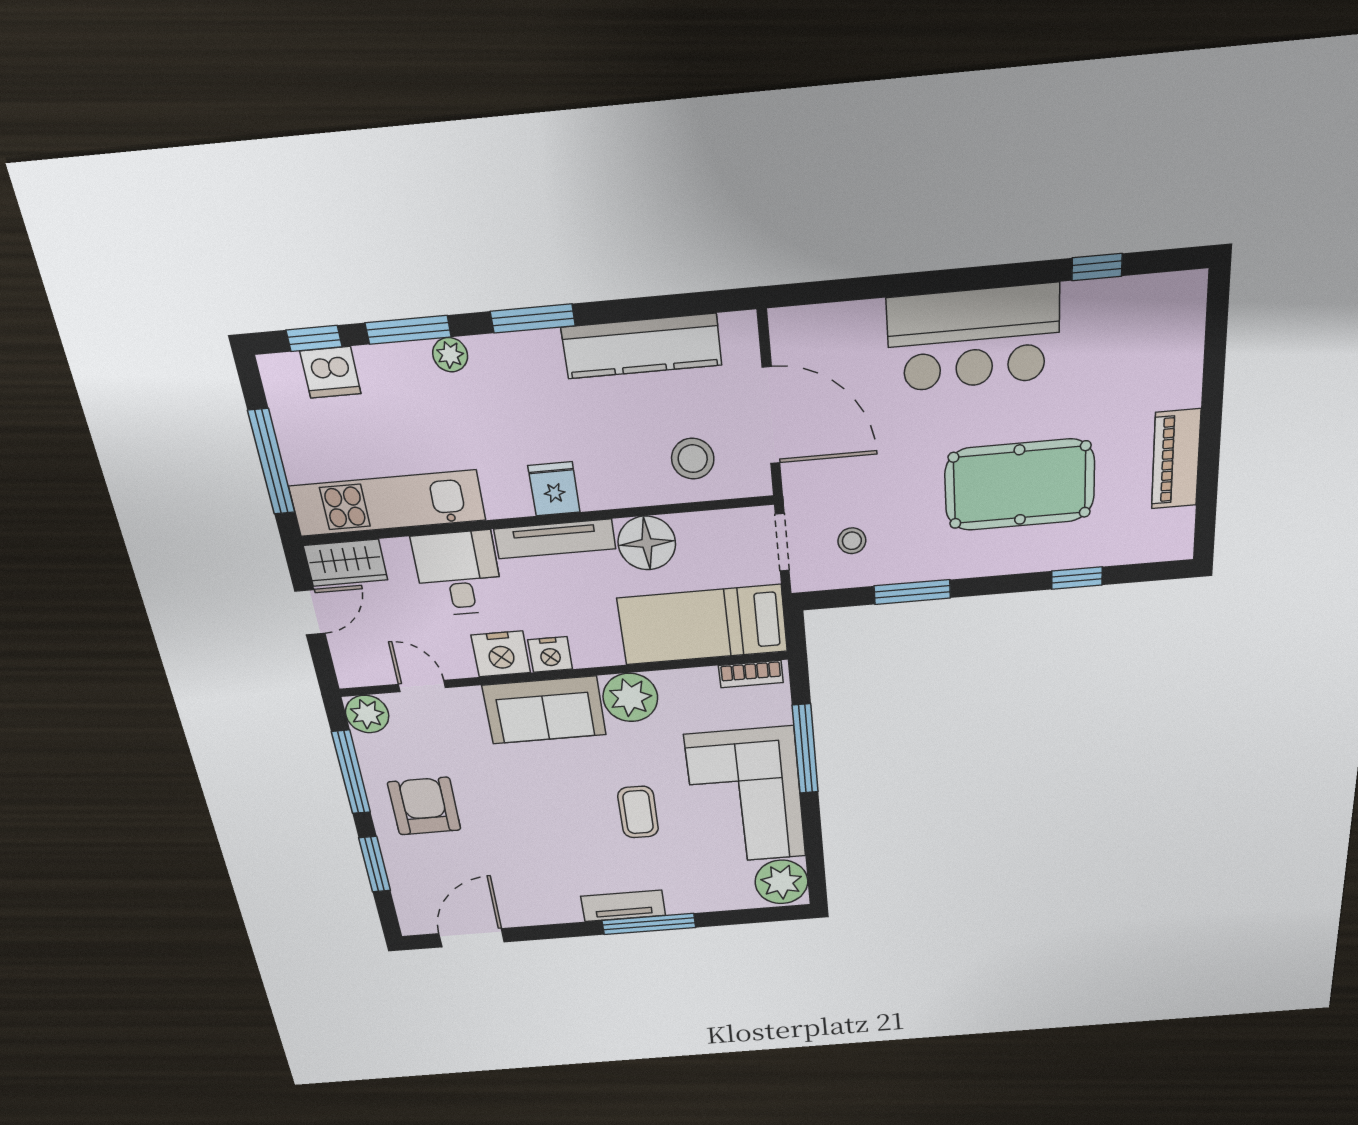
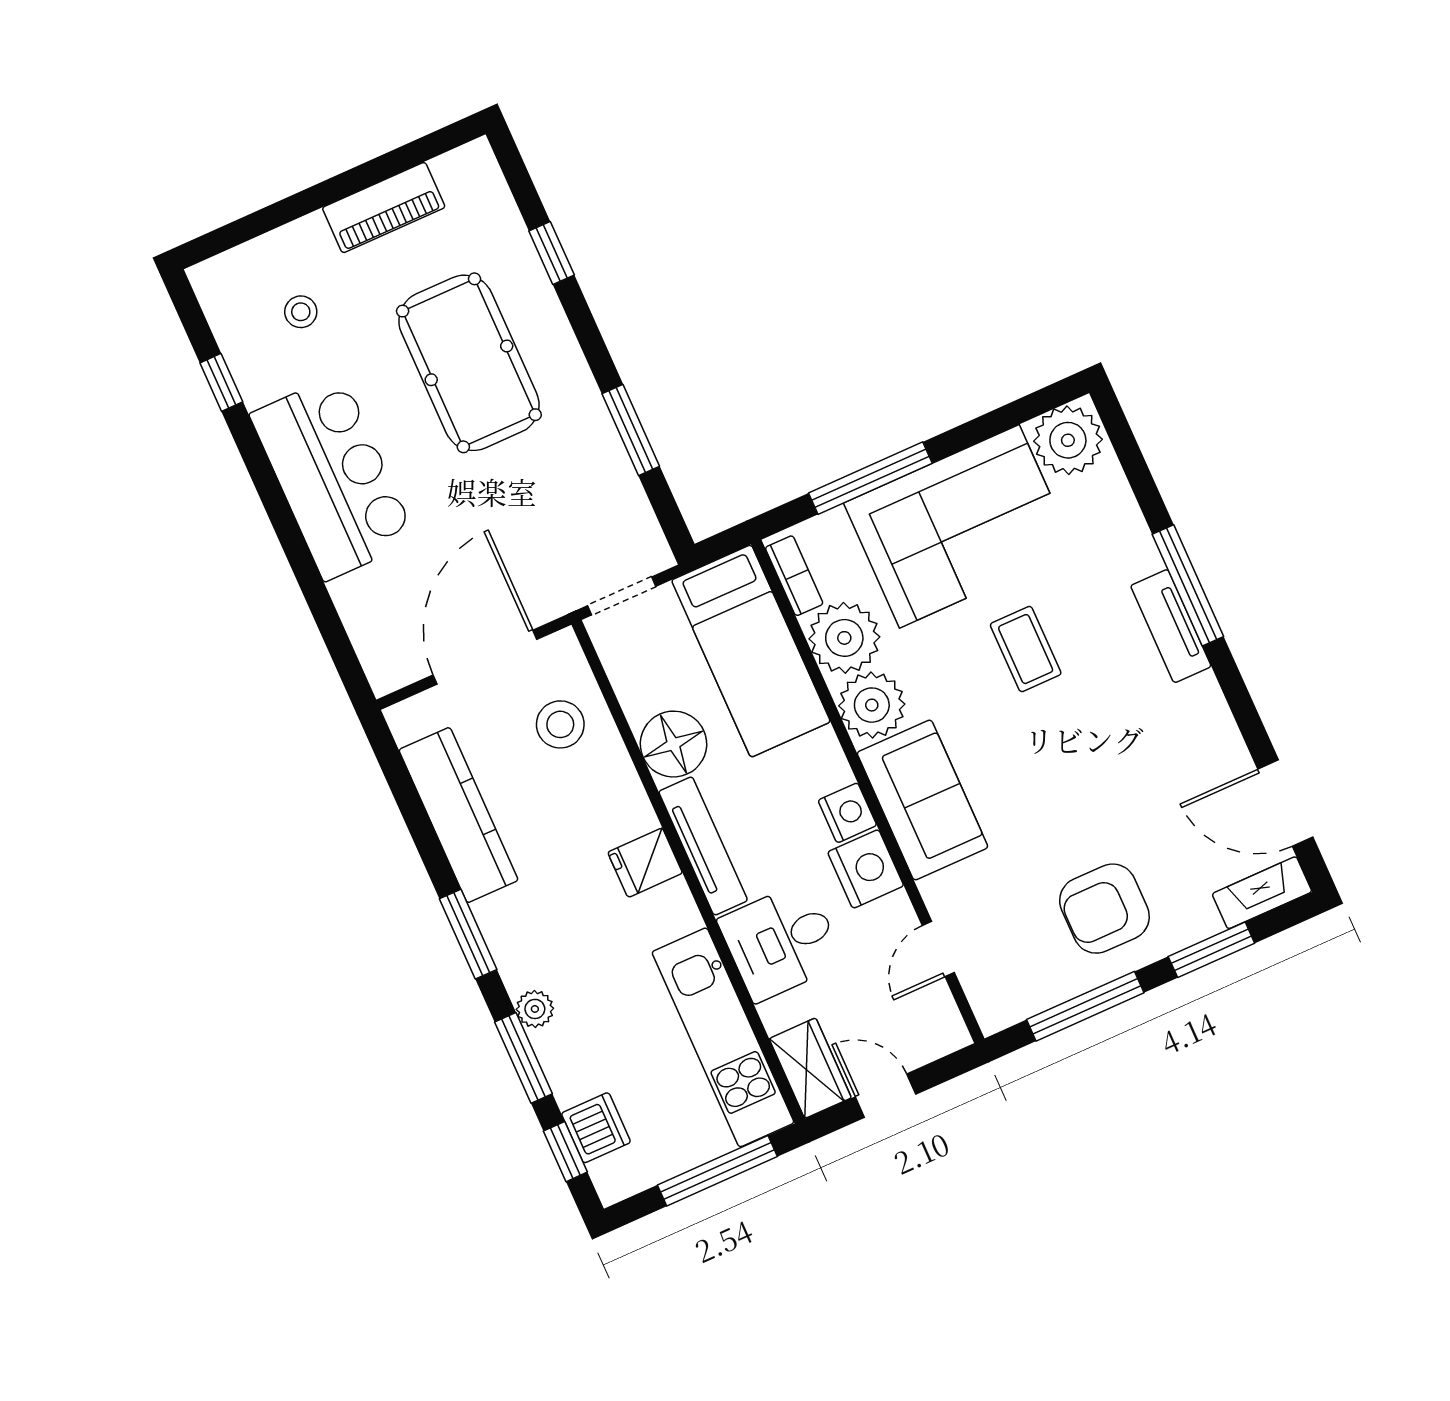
stool: (852, 541) -> (301, 312), moved
plant: (367, 714) -> (844, 638), moved, width x1.36, depth x1.36
coffee table: (638, 812) -> (1026, 649), turned 90
fireplace: (409, 906) -> (1262, 893), added

